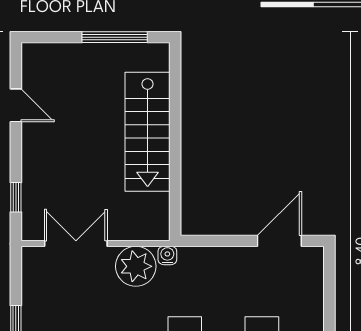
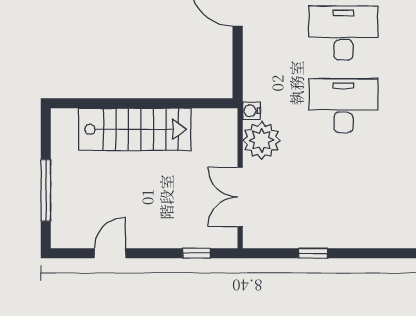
window: (115, 37) -> (46, 190), moved

